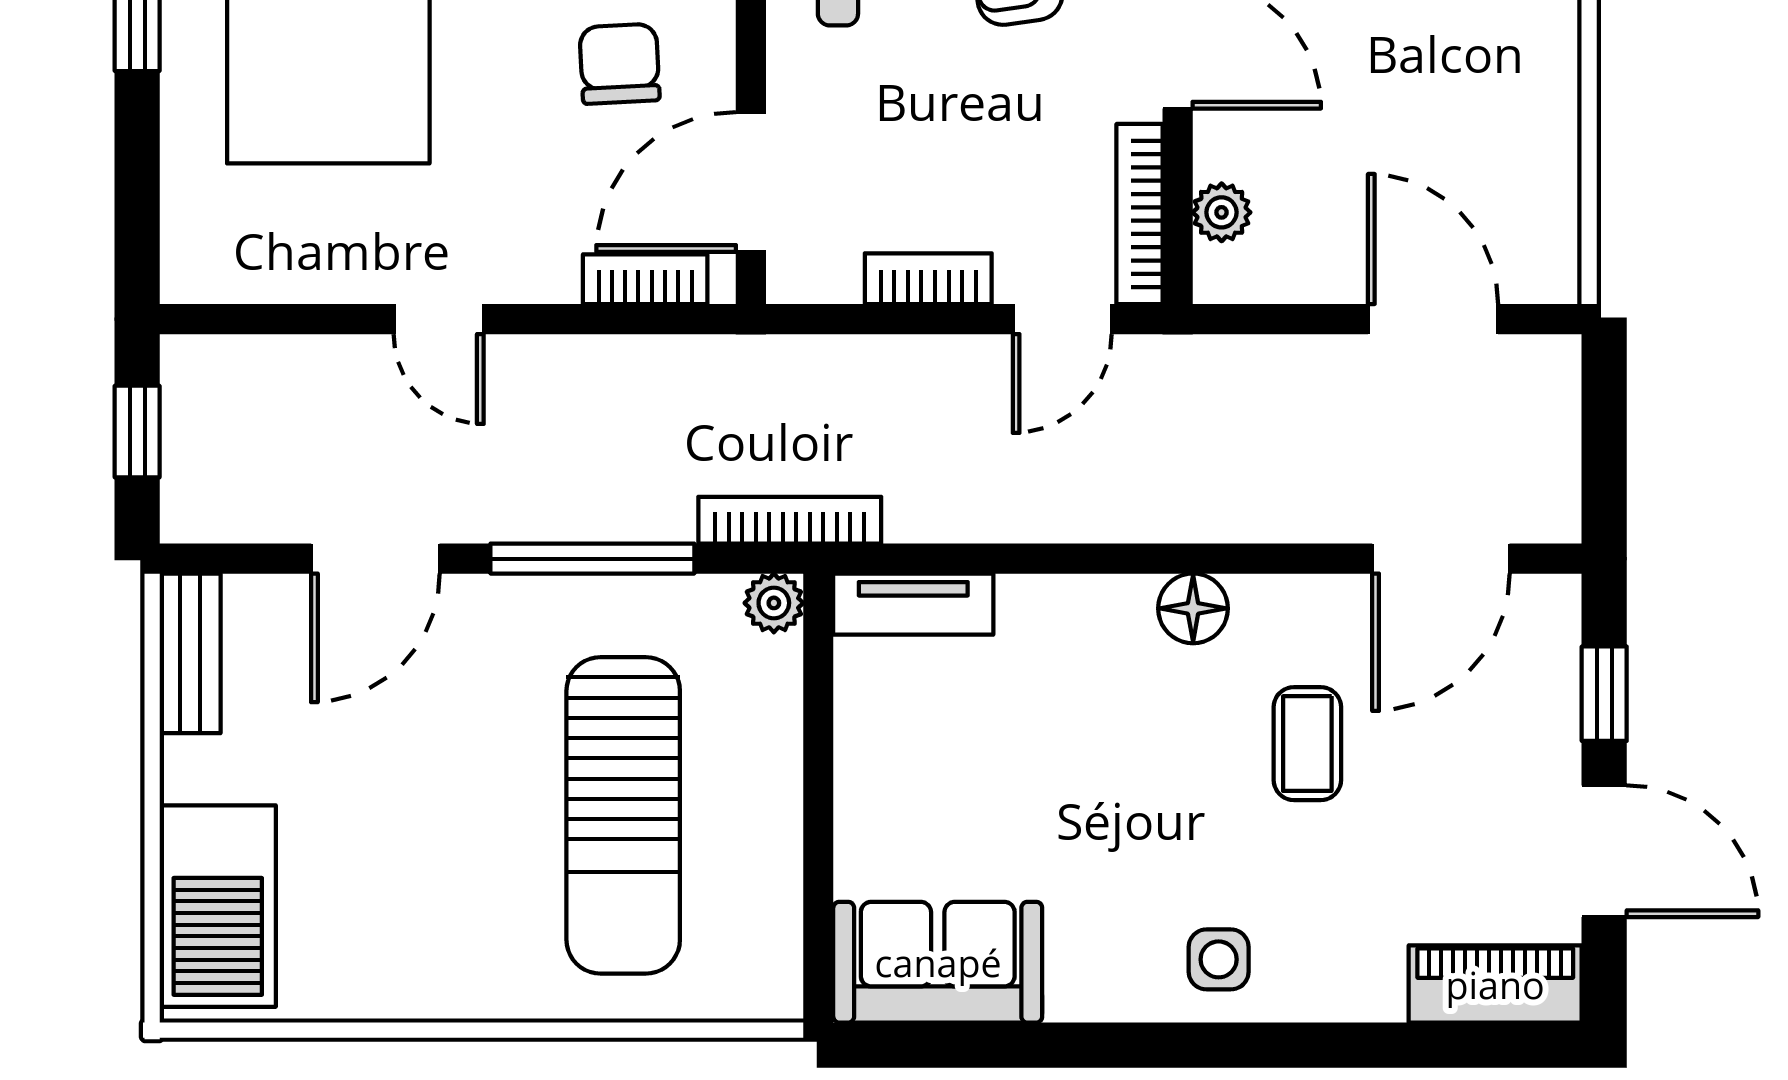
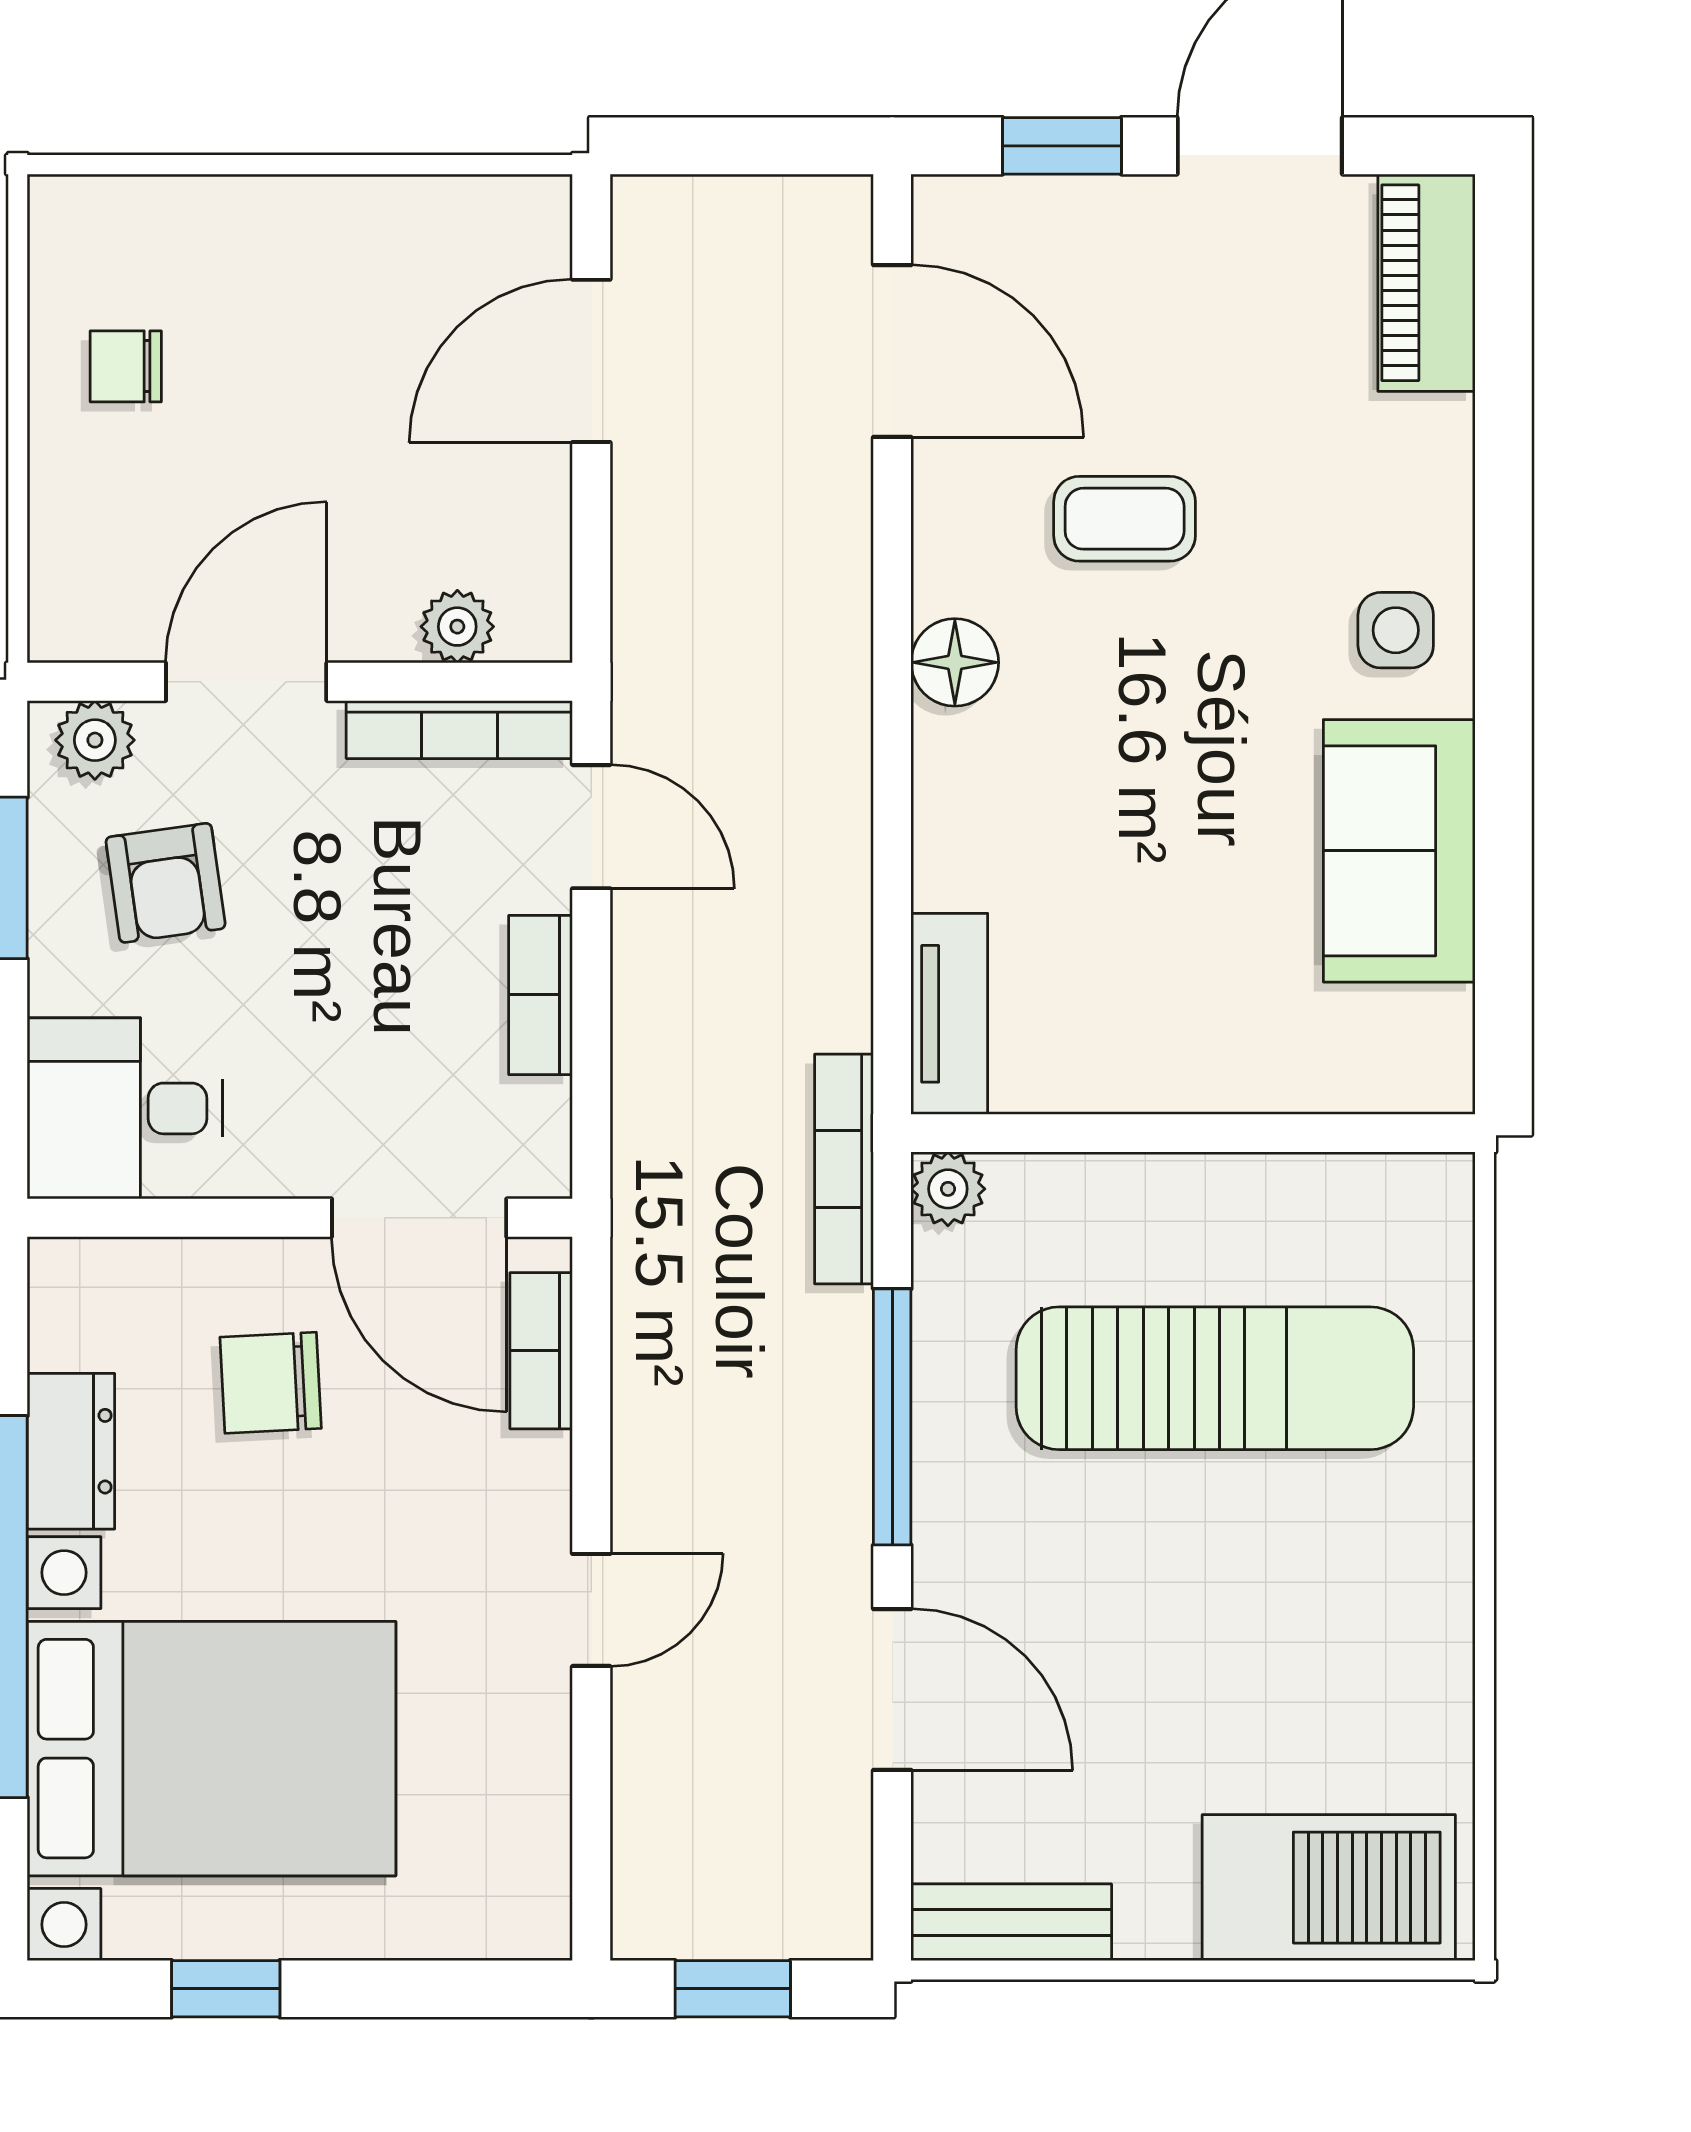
sofa: (938, 962) -> (1399, 851), moved

